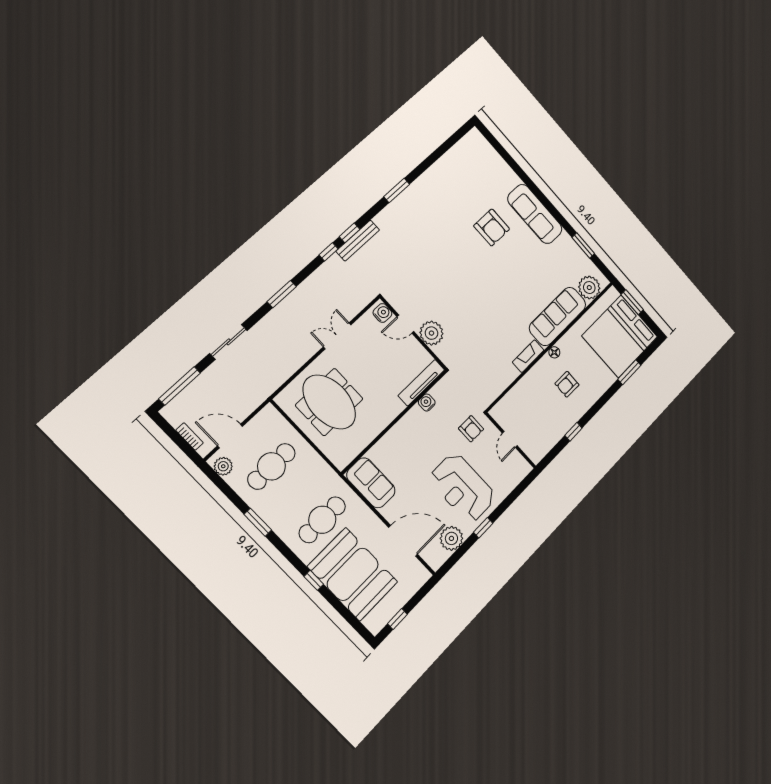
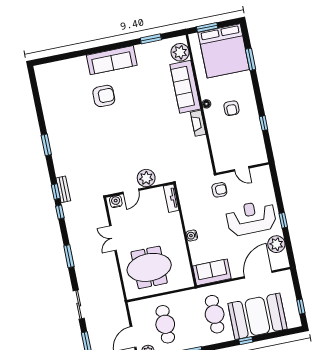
bench: (358, 241) -> (63, 189), width x0.73
tv unit: (421, 383) -> (171, 198), width x0.71
water cooler: (427, 403) -> (192, 236), moved
reception desk: (462, 488) -> (251, 218), turned 180

